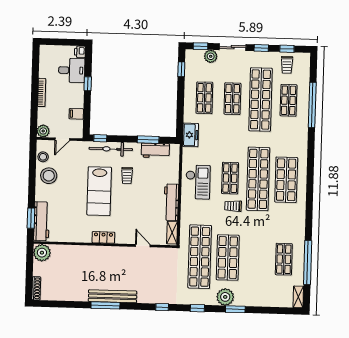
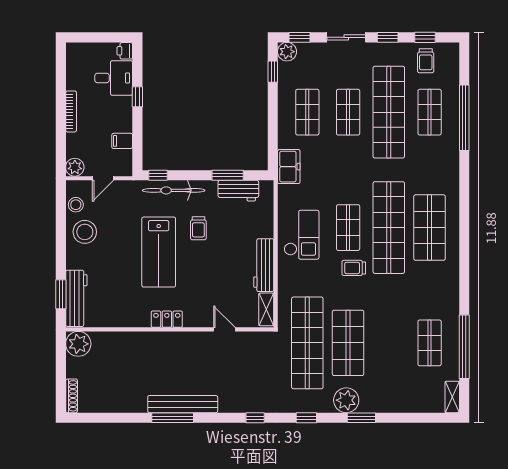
plant: (211, 56) -> (287, 52), moved

